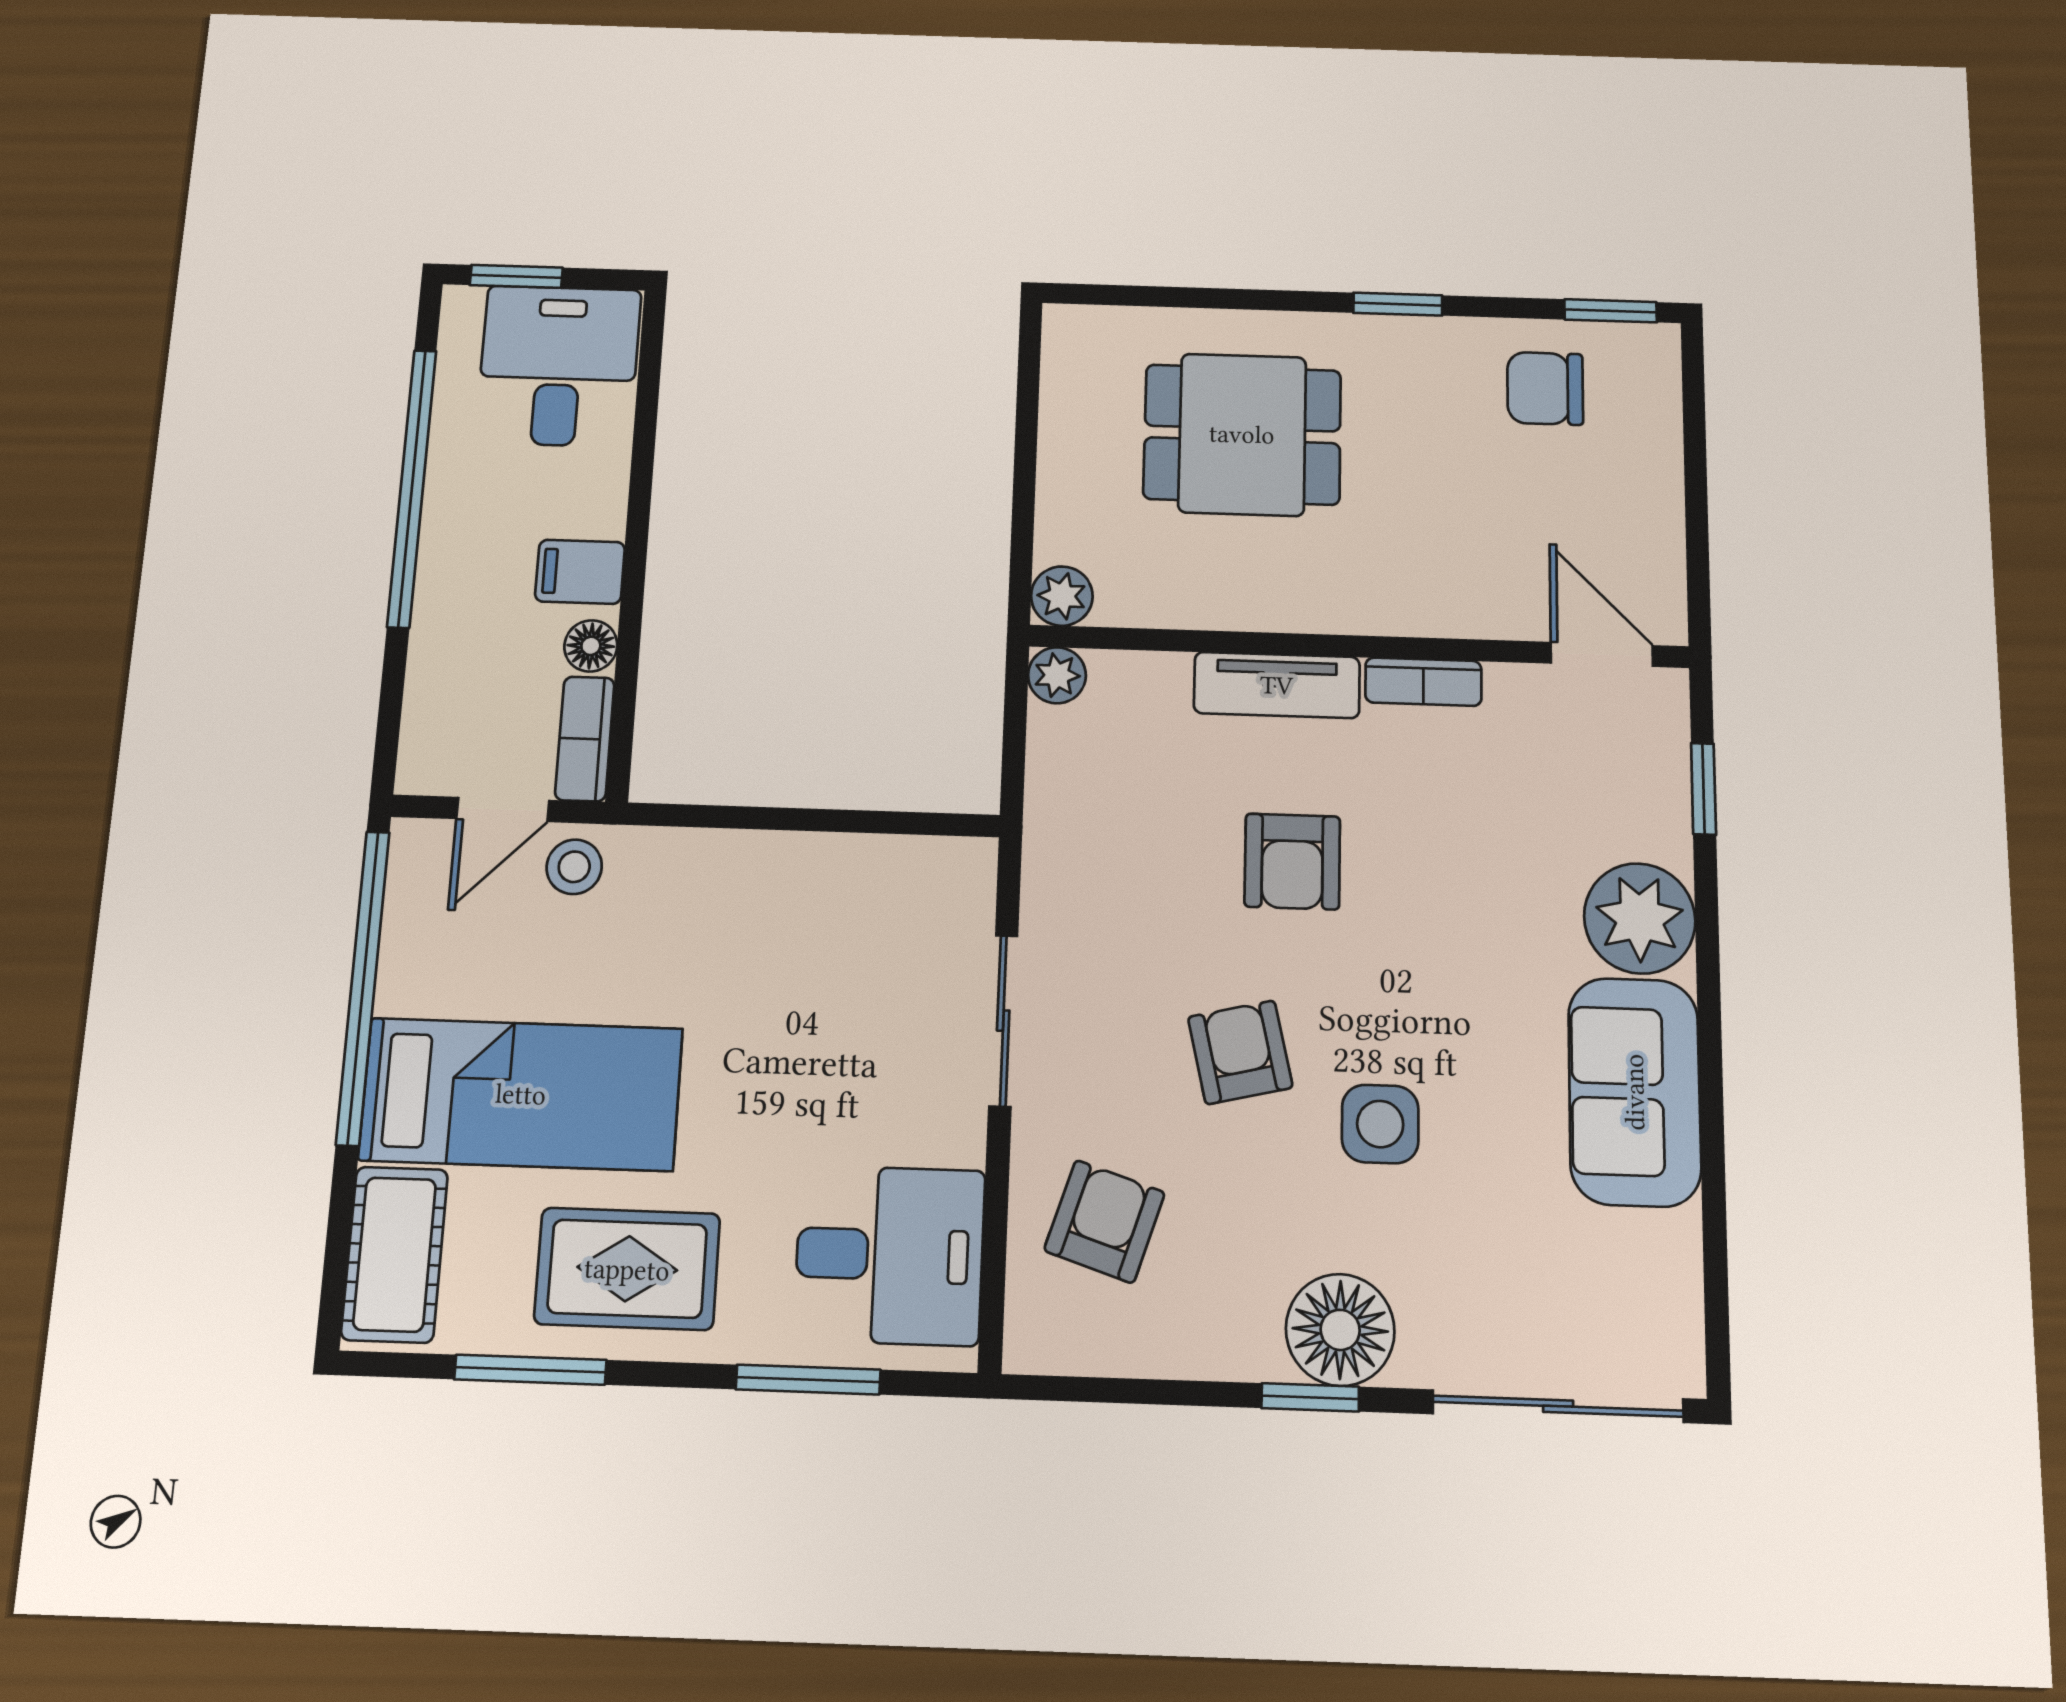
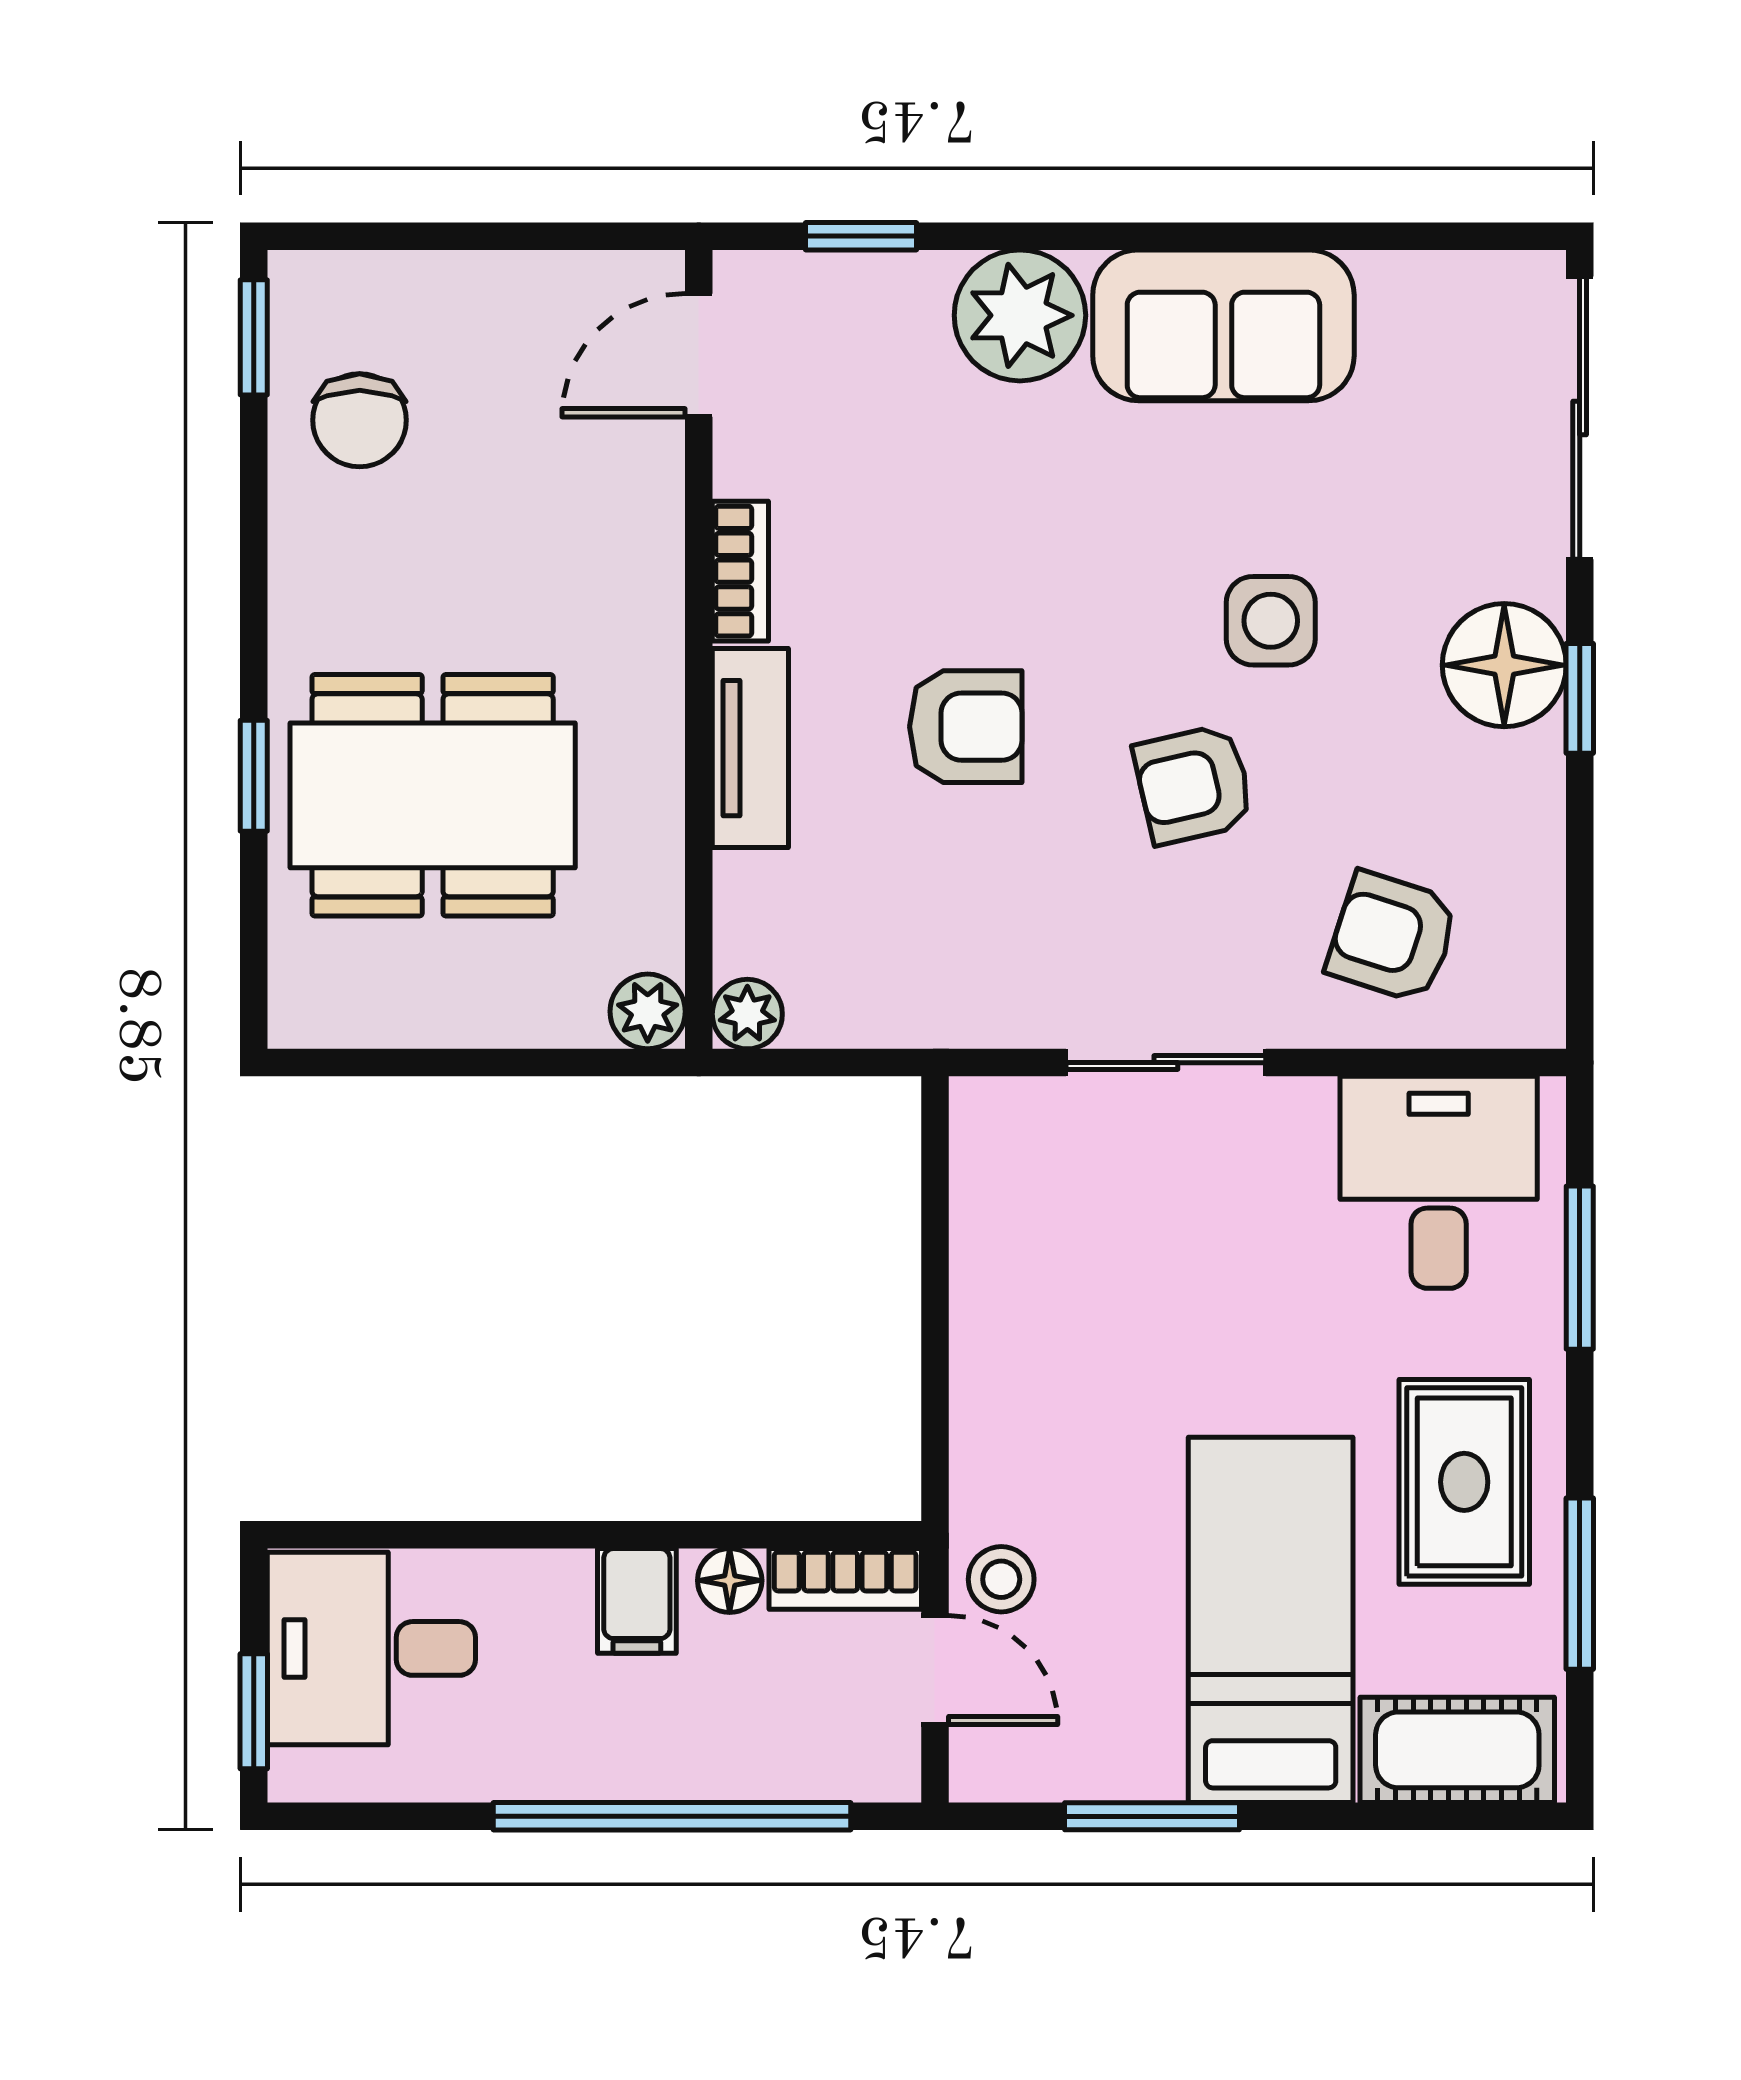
window: (1398, 304) -> (254, 776), moved
dining table: (1242, 434) -> (433, 795), width x1.38
window: (412, 488) -> (672, 1816), moved
window: (363, 987) -> (1152, 1816), width x0.47

